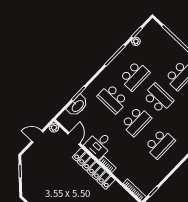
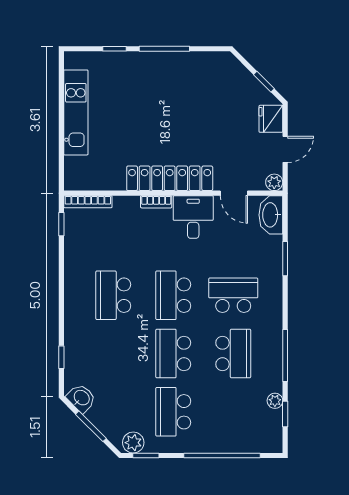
school desk: (135, 76) -> (233, 353), turned 180
school desk: (158, 98) -> (173, 353), turned 90
washbasin: (77, 106) -> (271, 215), moved
fridge: (31, 154) -> (271, 119), added

